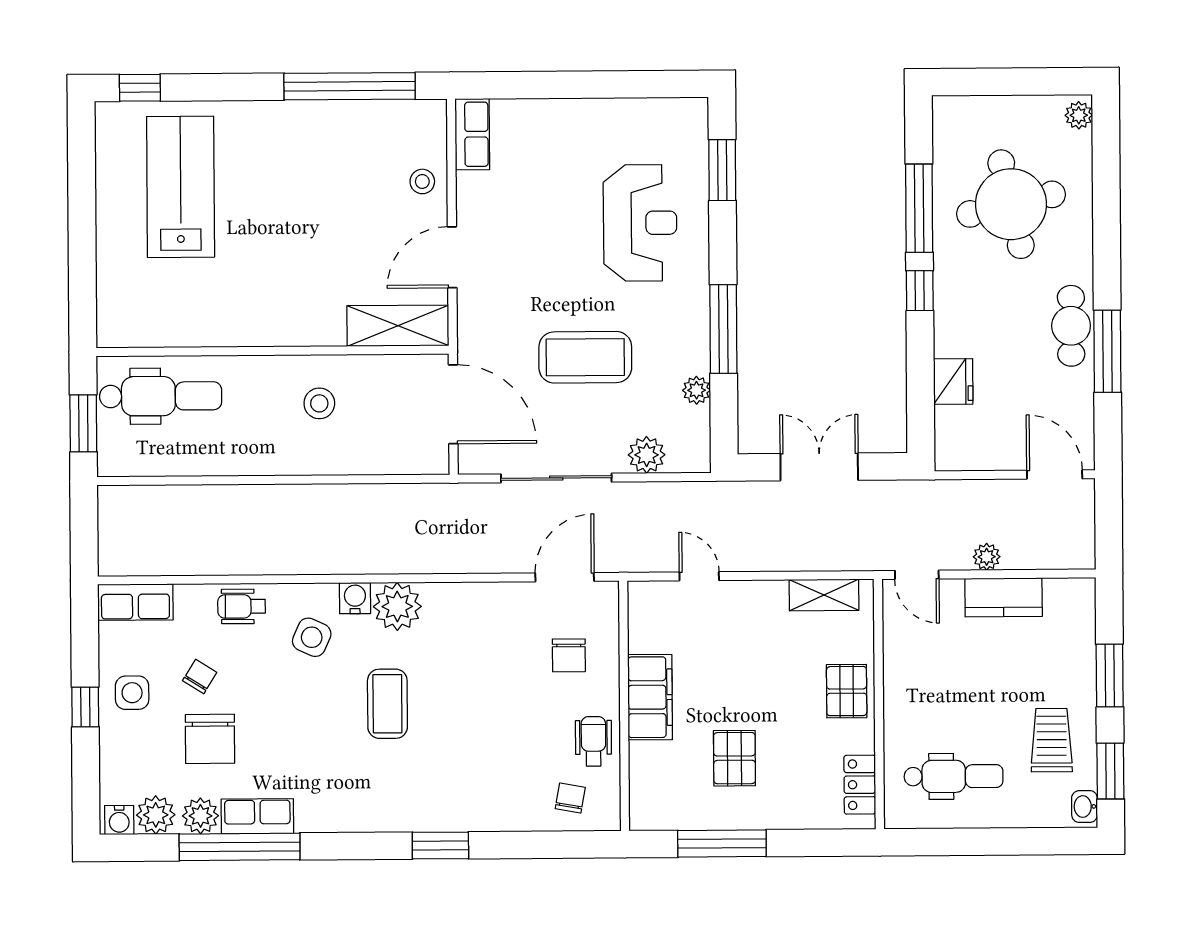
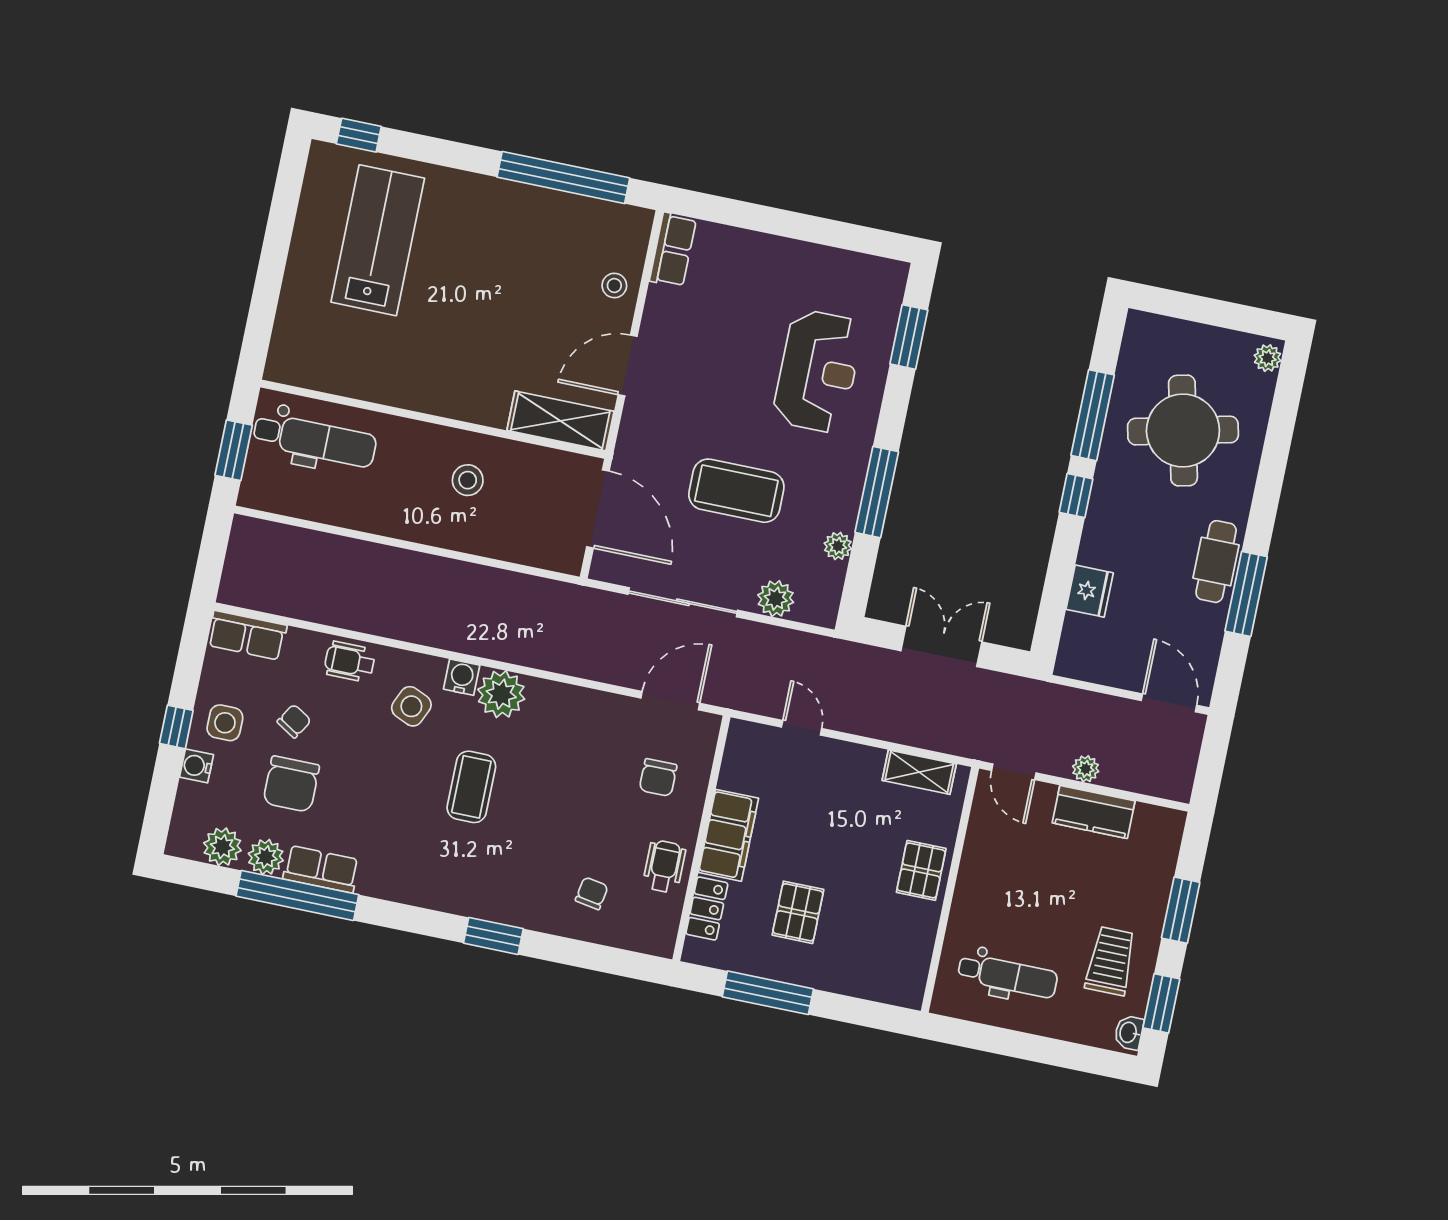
locker: (860, 785) -> (707, 908), moved, turned 180
chair: (570, 798) -> (592, 893), moved
water cooler: (119, 820) -> (197, 766), moved, turned 90

